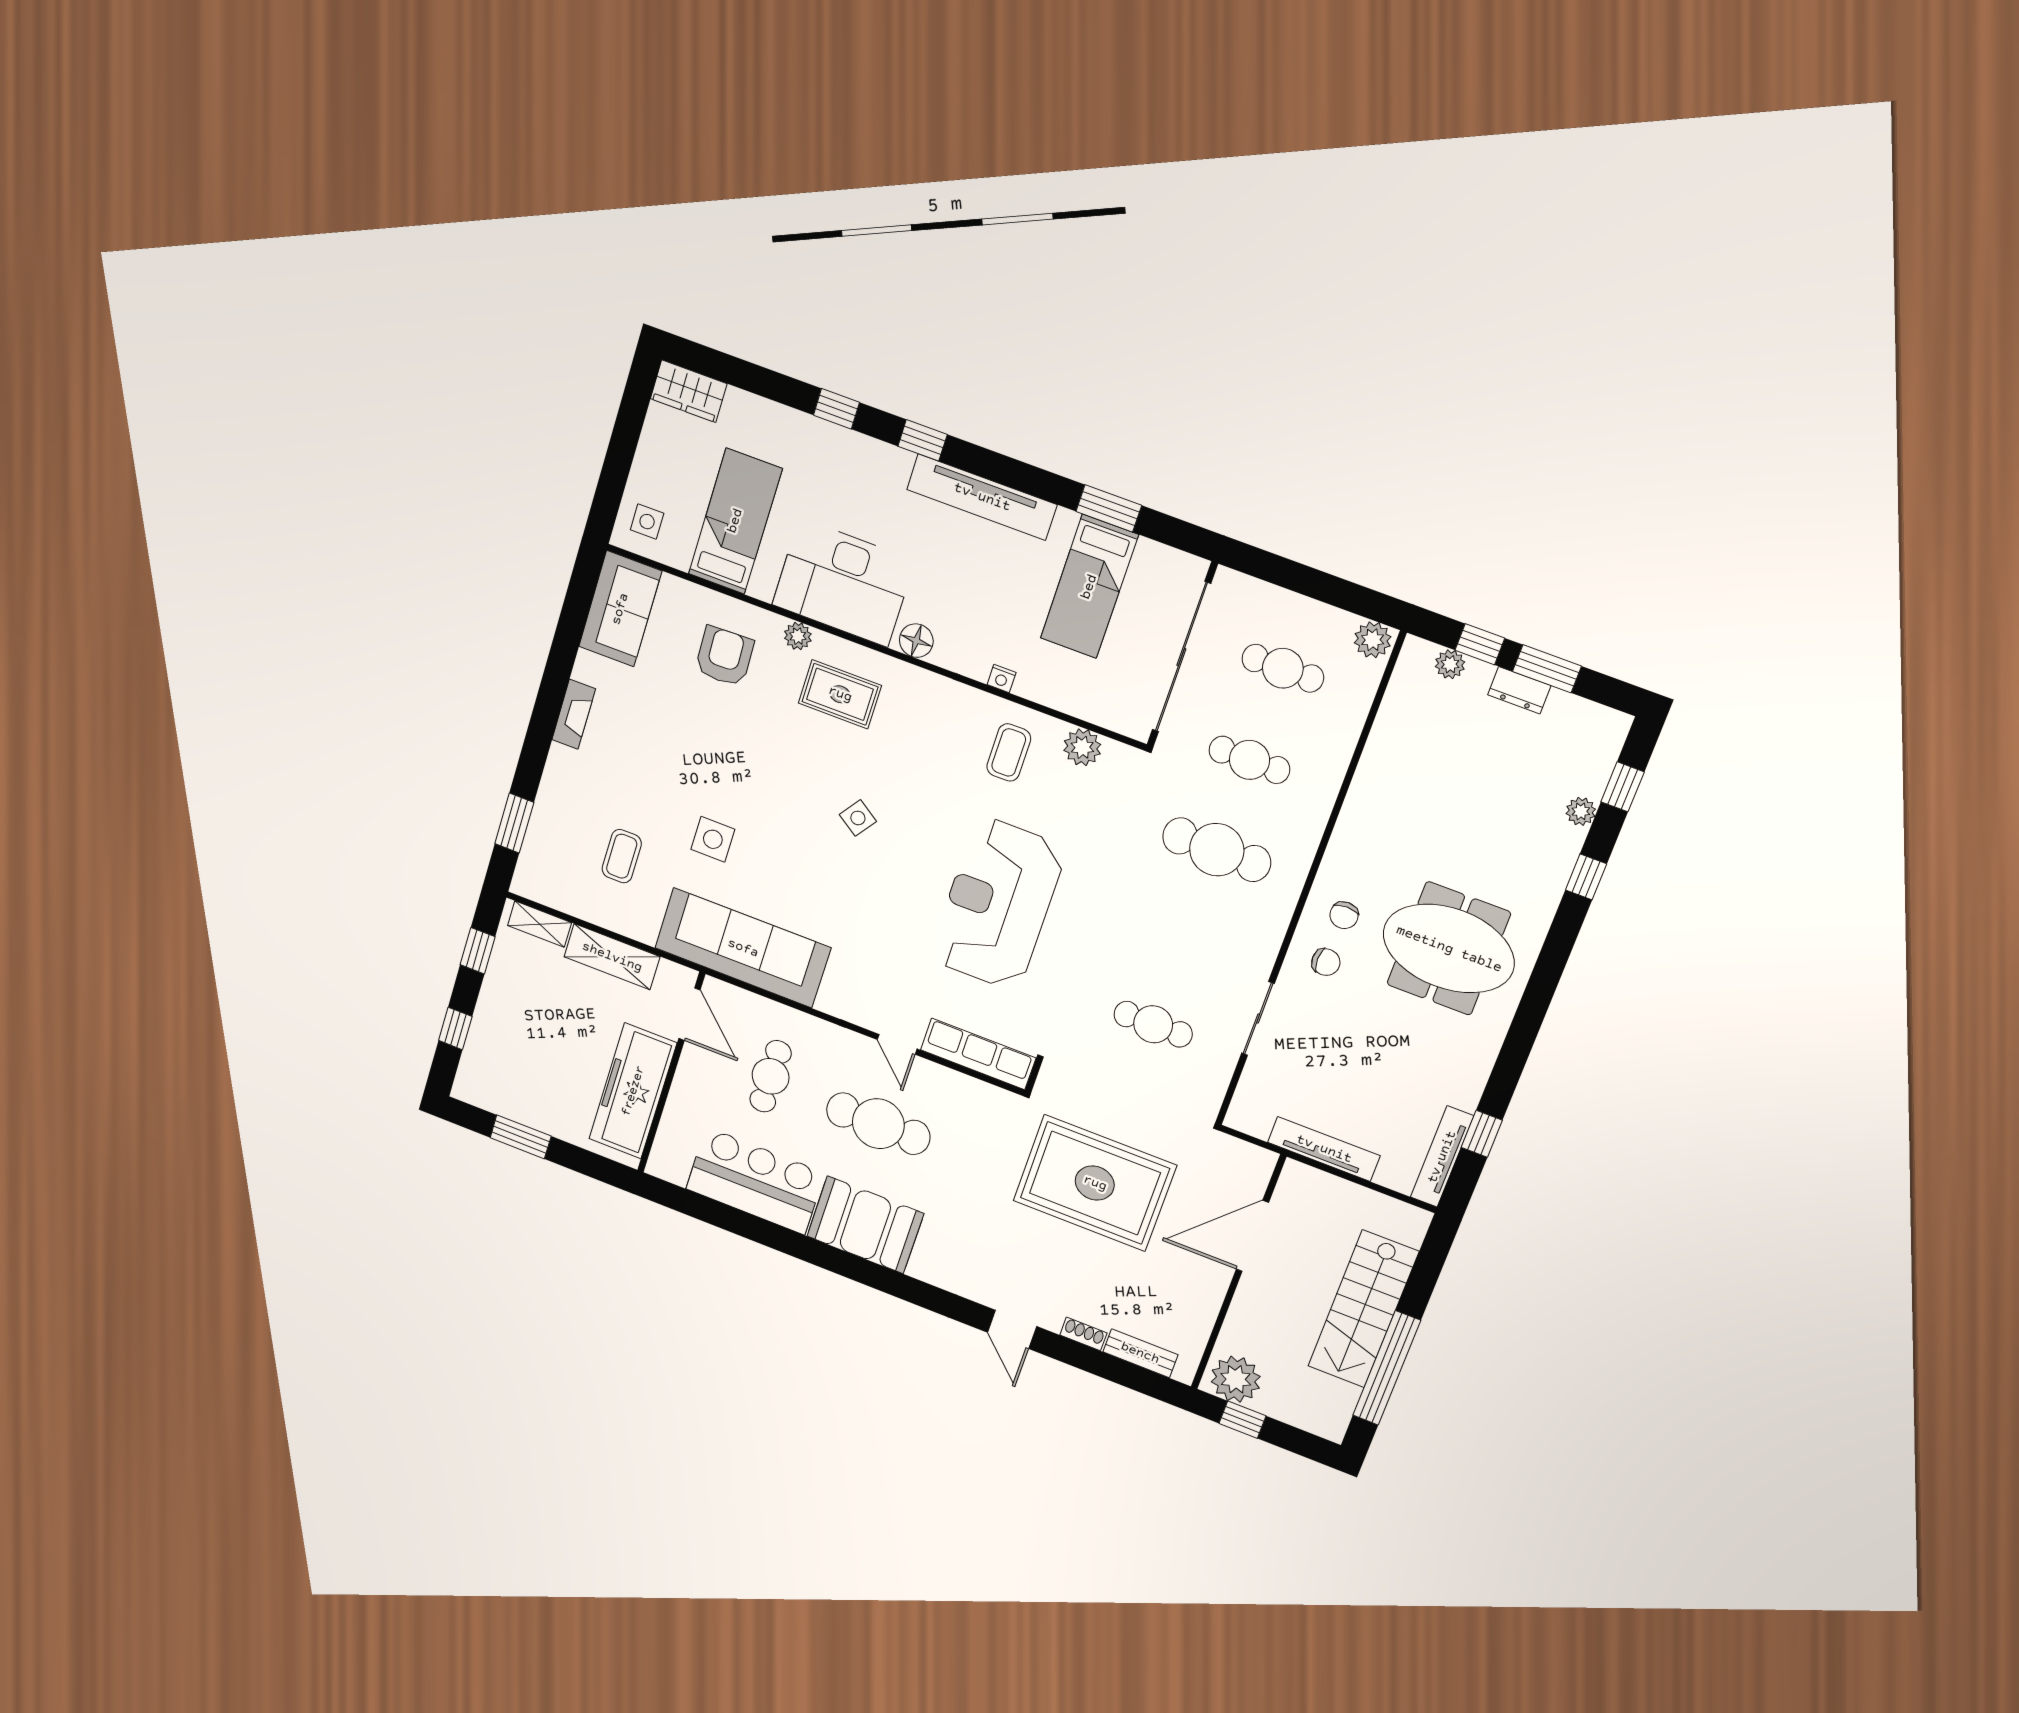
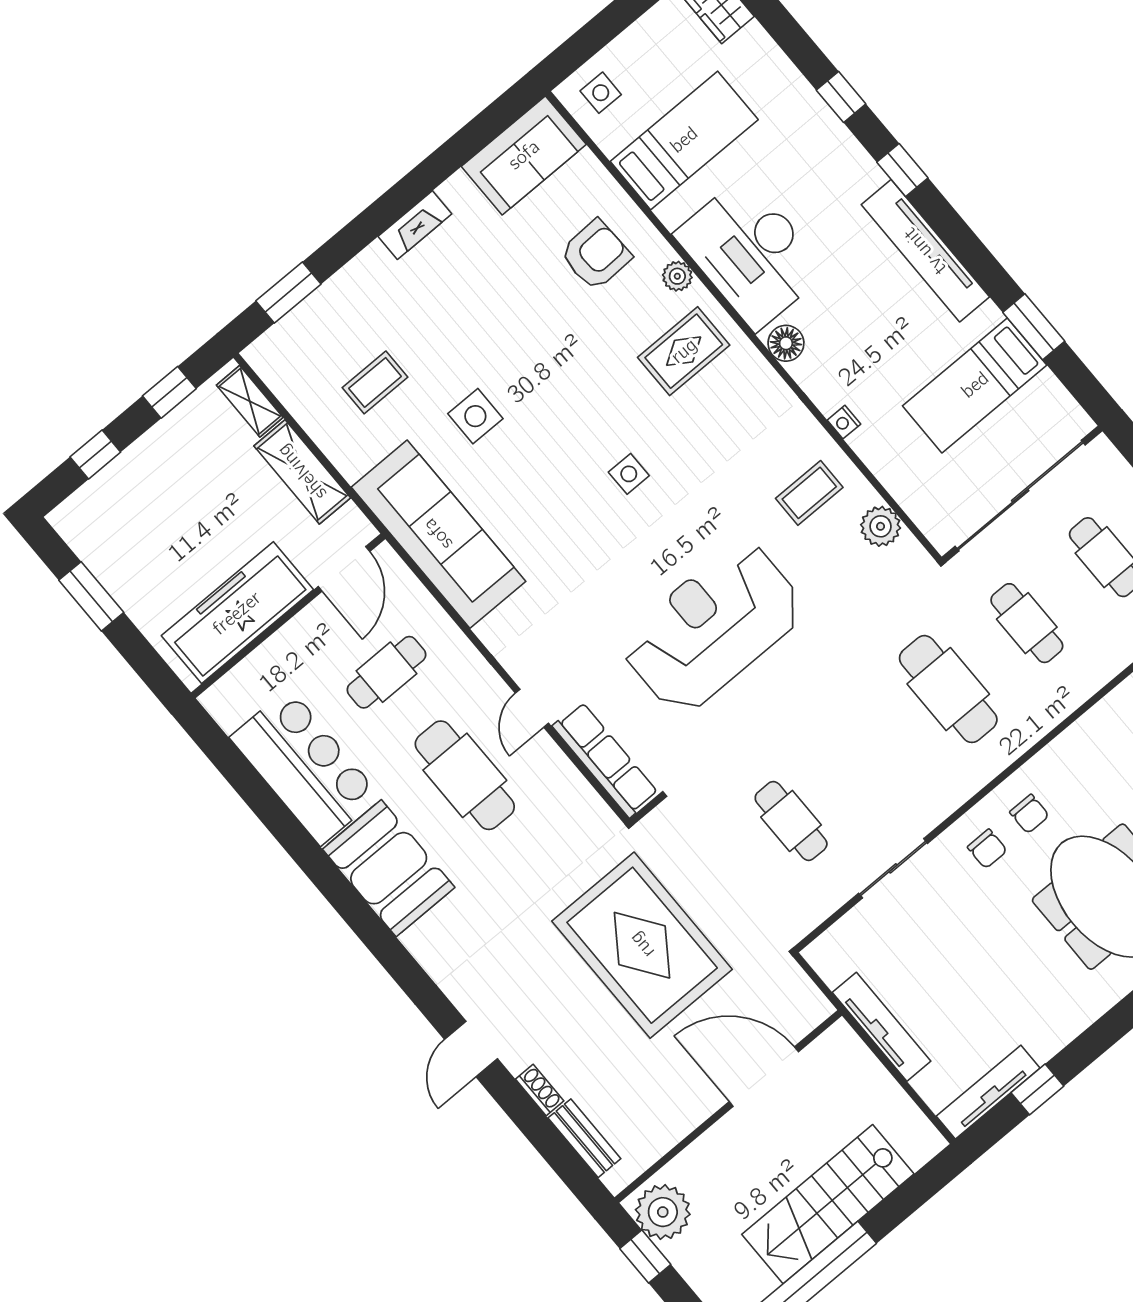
rug: (840, 694) -> (684, 351), turned 90
side table: (858, 818) -> (629, 474), turned -35
chair: (1344, 915) -> (1029, 814), turned -90

